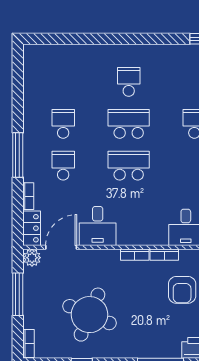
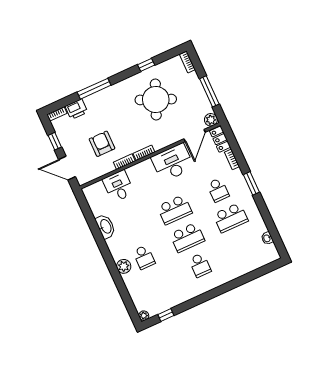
washbasin: (29, 77) -> (267, 238), added
school desk: (63, 124) -> (231, 218), width x1.85
window: (18, 155) -> (251, 183), width x0.69
desk: (98, 226) -> (173, 163), width x1.37

